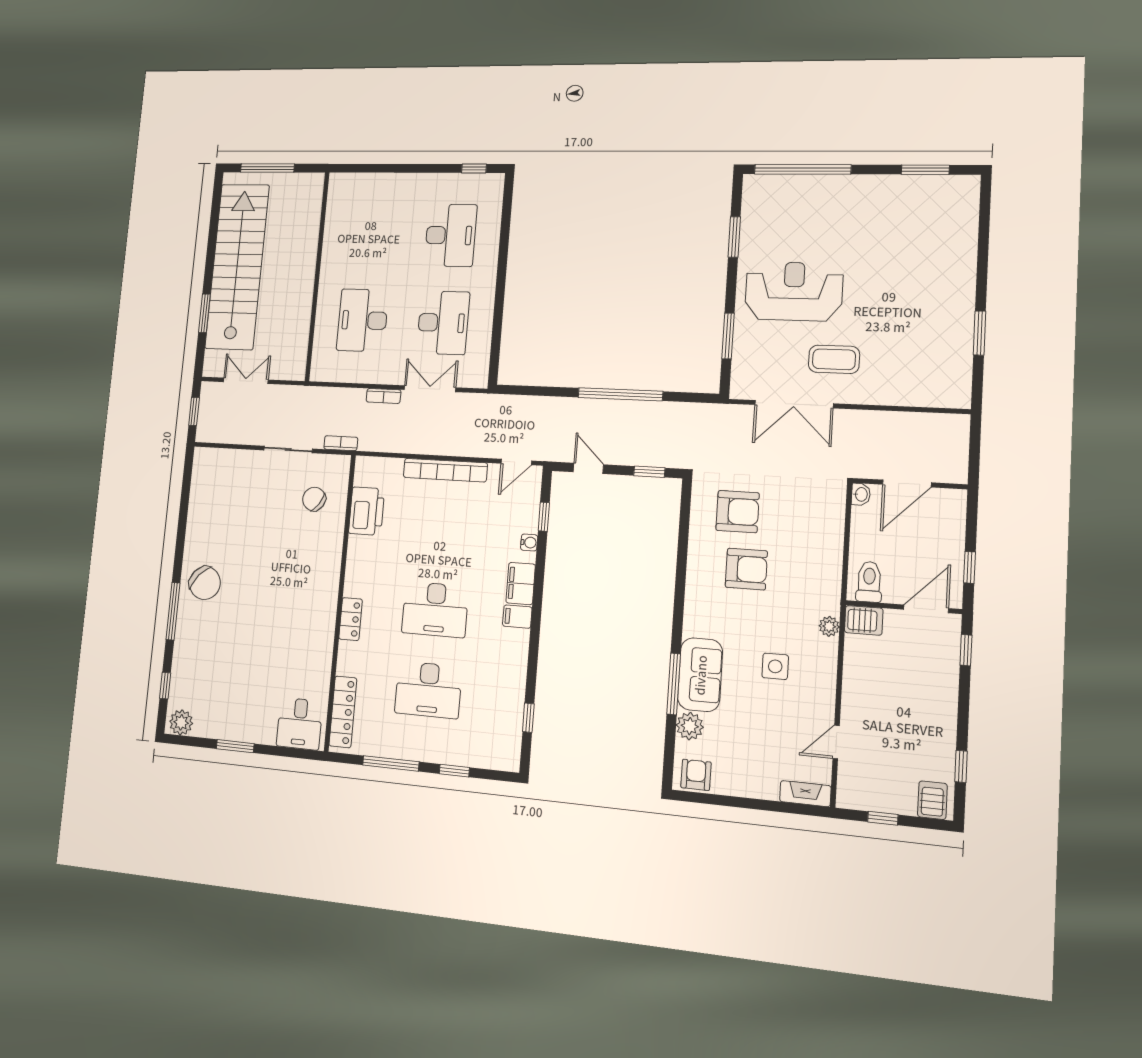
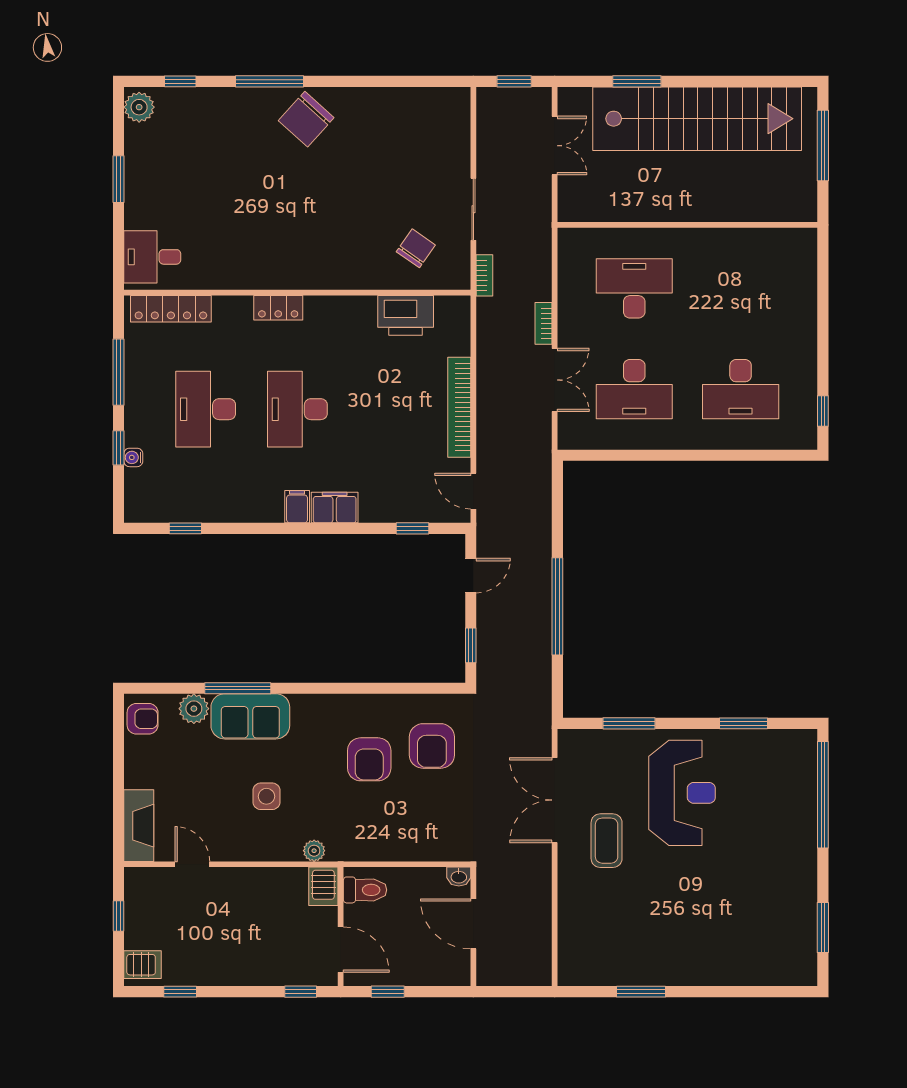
water cooler: (529, 542) -> (133, 457), moved, turned 90
fireplace: (805, 794) -> (139, 826), width x1.37, depth x1.32

